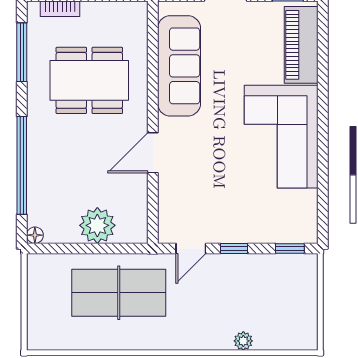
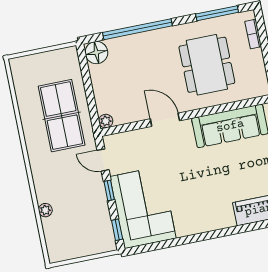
corner sofa: (281, 137) -> (143, 207), moved, turned 90
plant: (97, 225) -> (106, 121), moved, width x0.53, depth x0.53
floor lamp: (35, 235) -> (96, 53), width x1.89, depth x1.89

